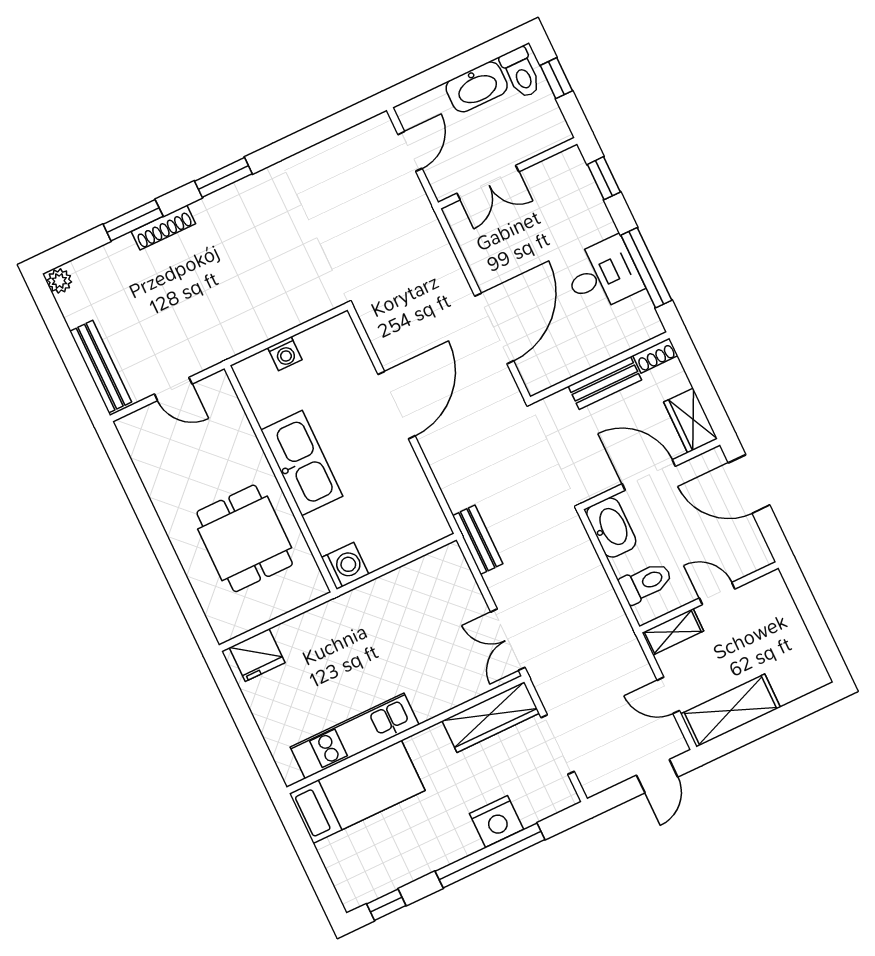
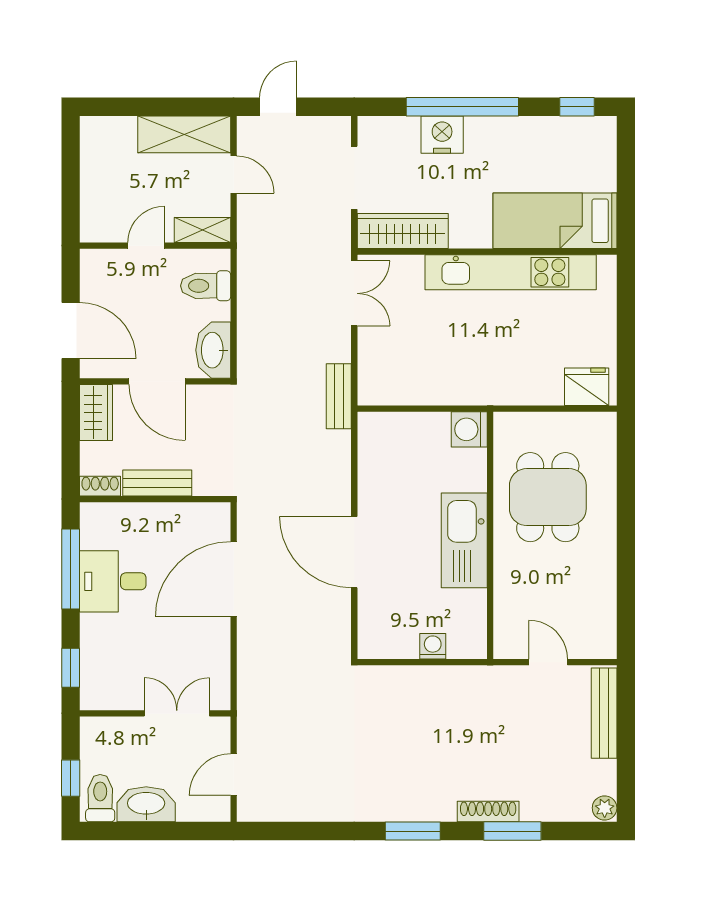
door: (396, 405) -> (354, 552), hinge flipped
door: (717, 593) -> (146, 246), swing flipped
kitchen unit: (355, 736) -> (511, 272), width x1.36

